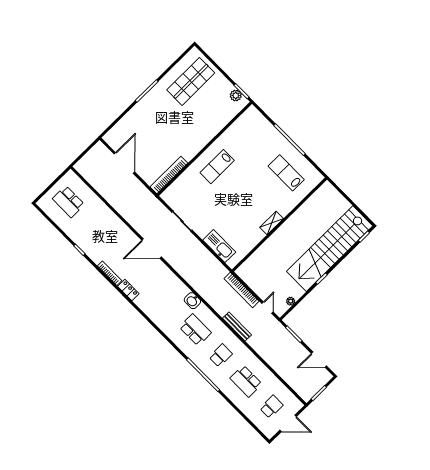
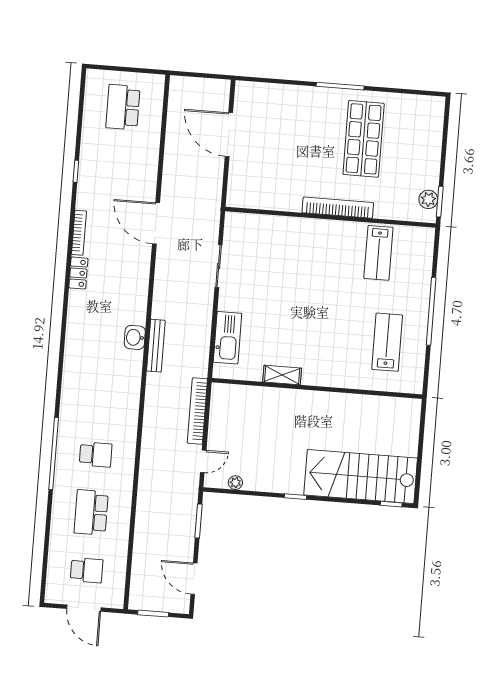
shop shelf: (191, 81) -> (364, 139), moved, turned 90
door: (124, 163) -> (229, 135), swing flipped
lab bench: (217, 167) -> (378, 253), moved, turned -90
bookcase: (169, 175) -> (338, 208), moved
shelving: (272, 223) -> (282, 375), moved
door: (152, 249) -> (156, 223), moved
stairs: (330, 249) -> (361, 476), width x0.73
washbasin: (192, 301) -> (135, 337), moved
bench: (237, 326) -> (156, 346), moved
school desk: (195, 330) -> (100, 397), removed

